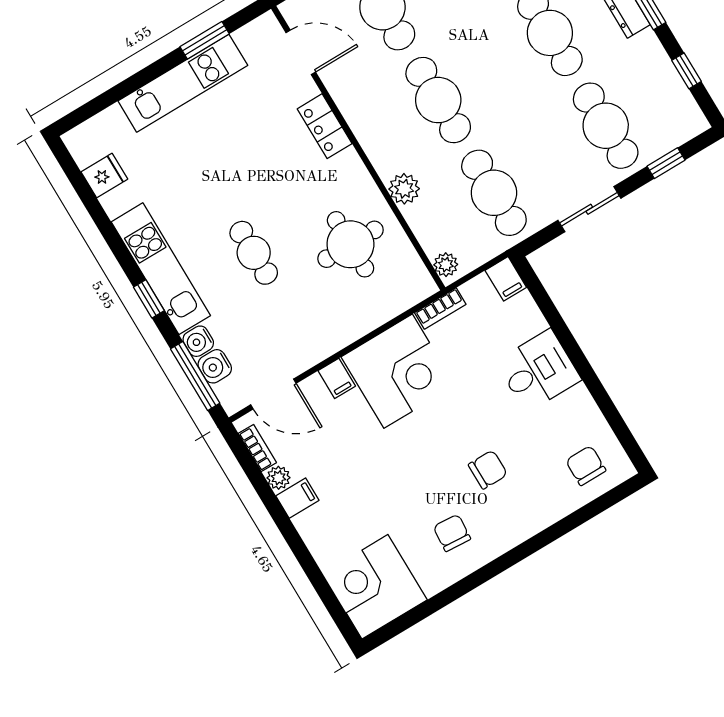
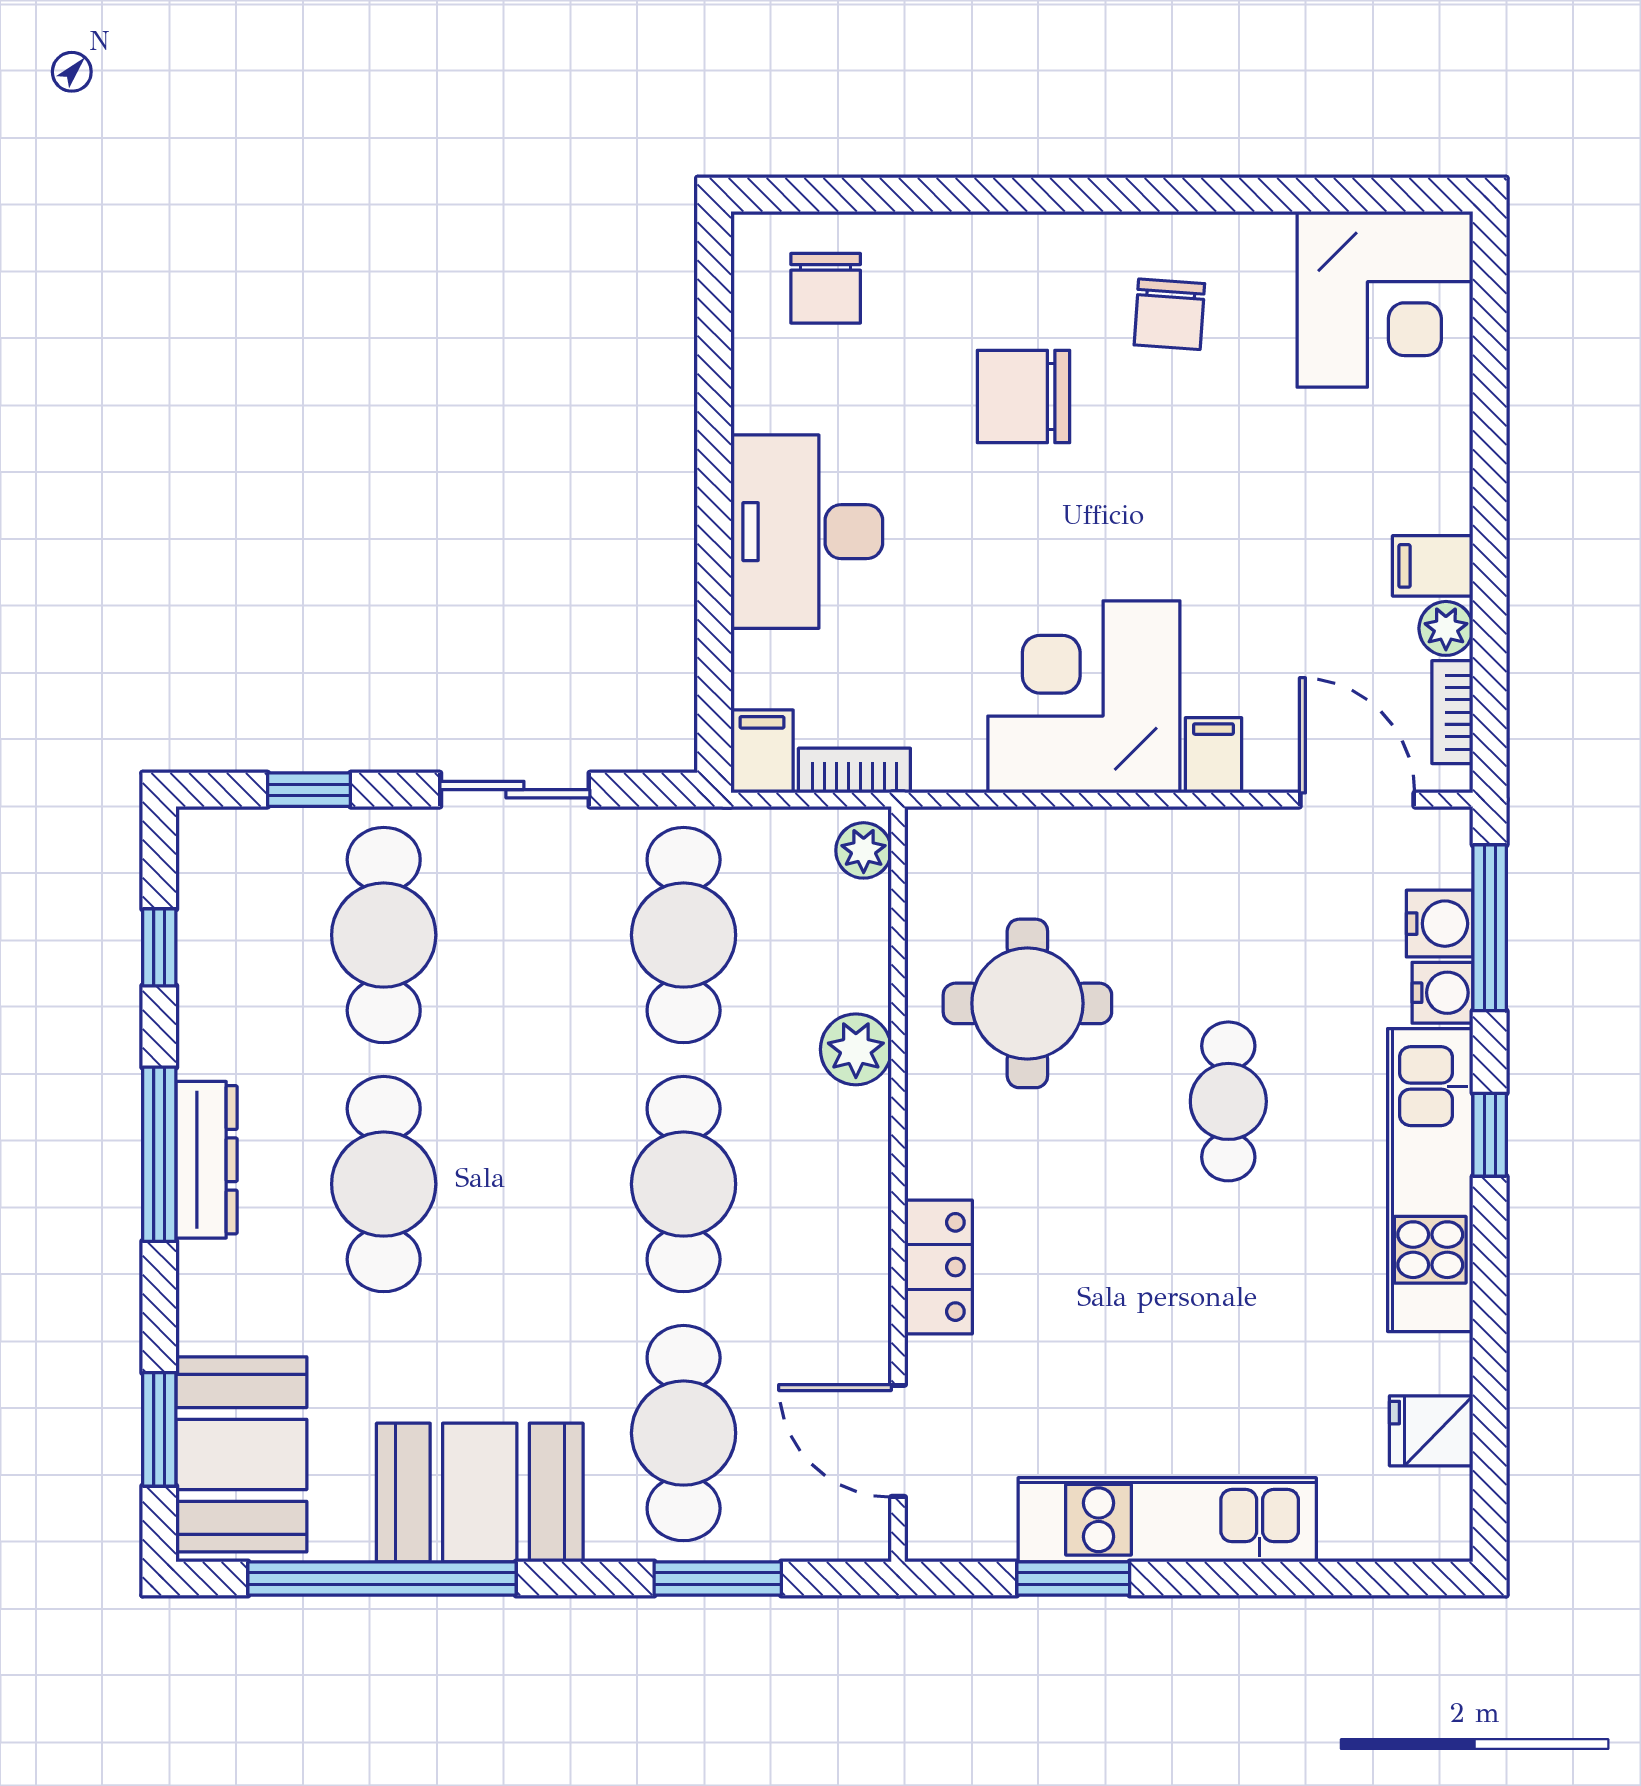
bookcase: (440, 308) -> (854, 771), moved
desk: (538, 371) -> (807, 532), width x1.37
chair: (488, 470) -> (1023, 397), width x1.37, depth x1.37

